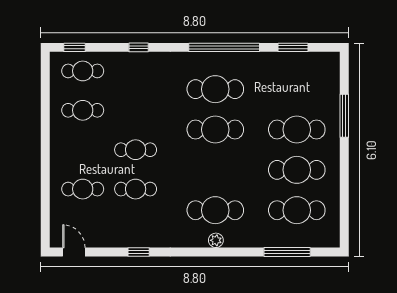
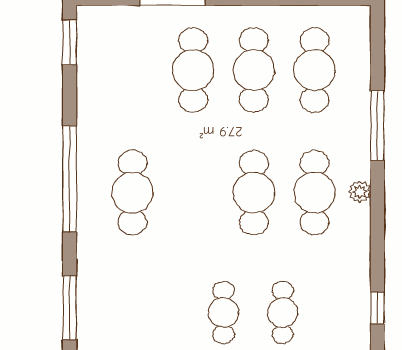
window: (139, 47) -> (70, 308), width x2.17
window: (293, 47) -> (70, 43), moved
cafe table: (215, 130) -> (254, 193), moved
window: (287, 252) -> (377, 126), moved

